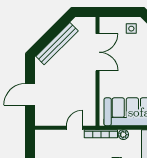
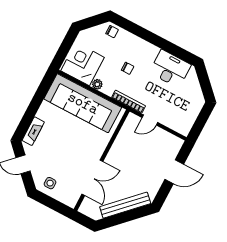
double door: (97, 52) -> (92, 178), swing flipped
plant: (123, 135) -> (97, 84), moved

